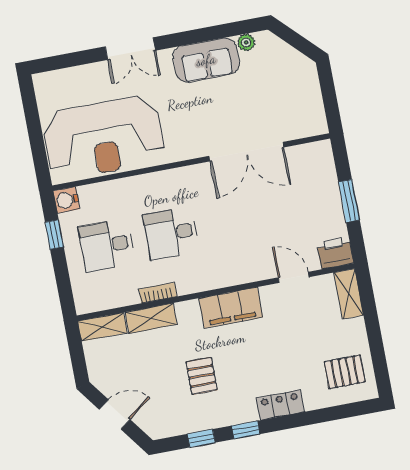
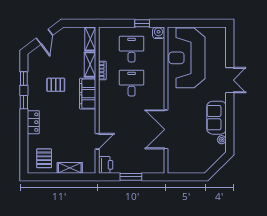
double door: (130, 49) -> (230, 80), swing flipped
shelving: (349, 294) -> (70, 168), moved
filing cabinet: (231, 308) -> (88, 94), moved

